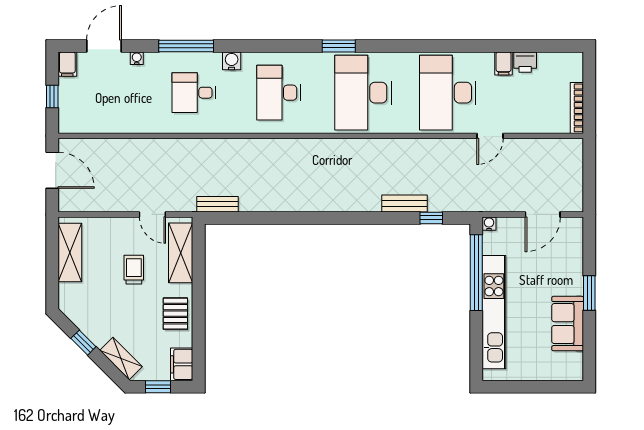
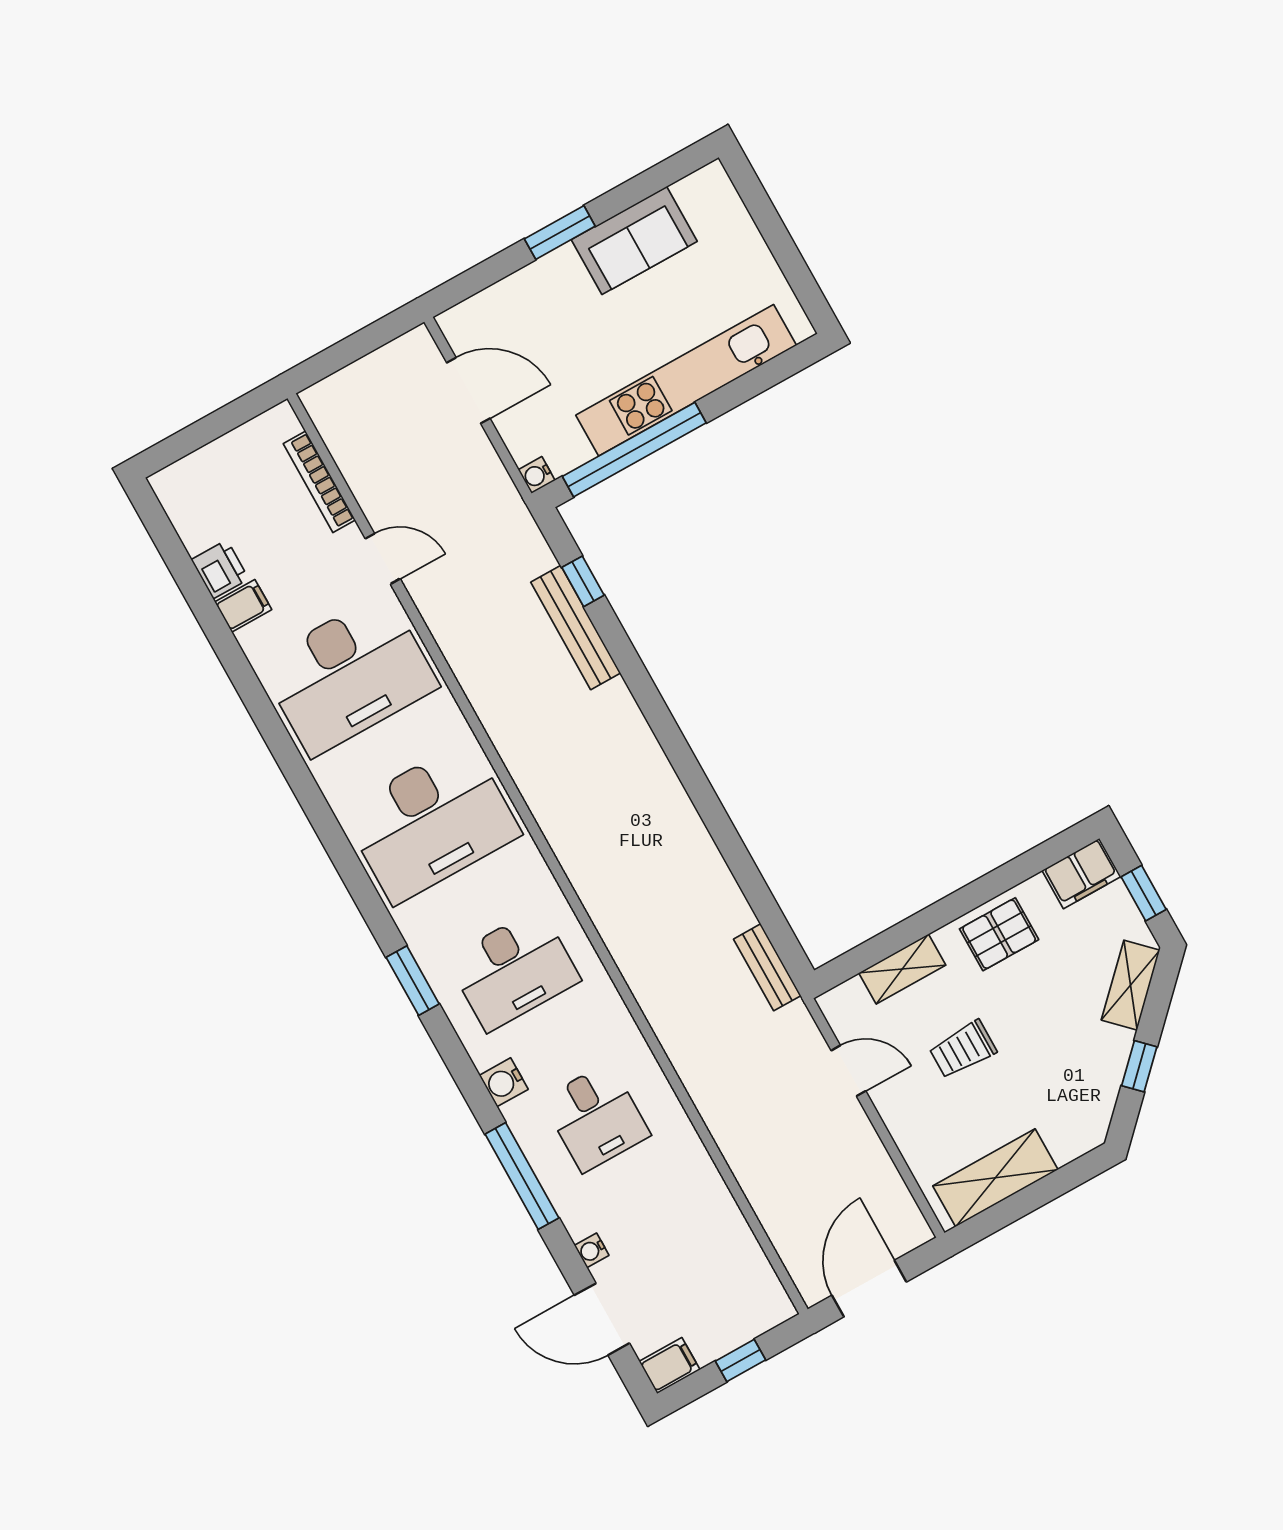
window: (339, 46) -> (413, 981), moved
bookcase: (577, 108) -> (319, 482), moved, turned 90
bench: (405, 203) -> (576, 628), width x1.36
door: (152, 214) -> (848, 1071), hinge flipped
shelving: (181, 253) -> (902, 969), width x0.67, depth x0.75

